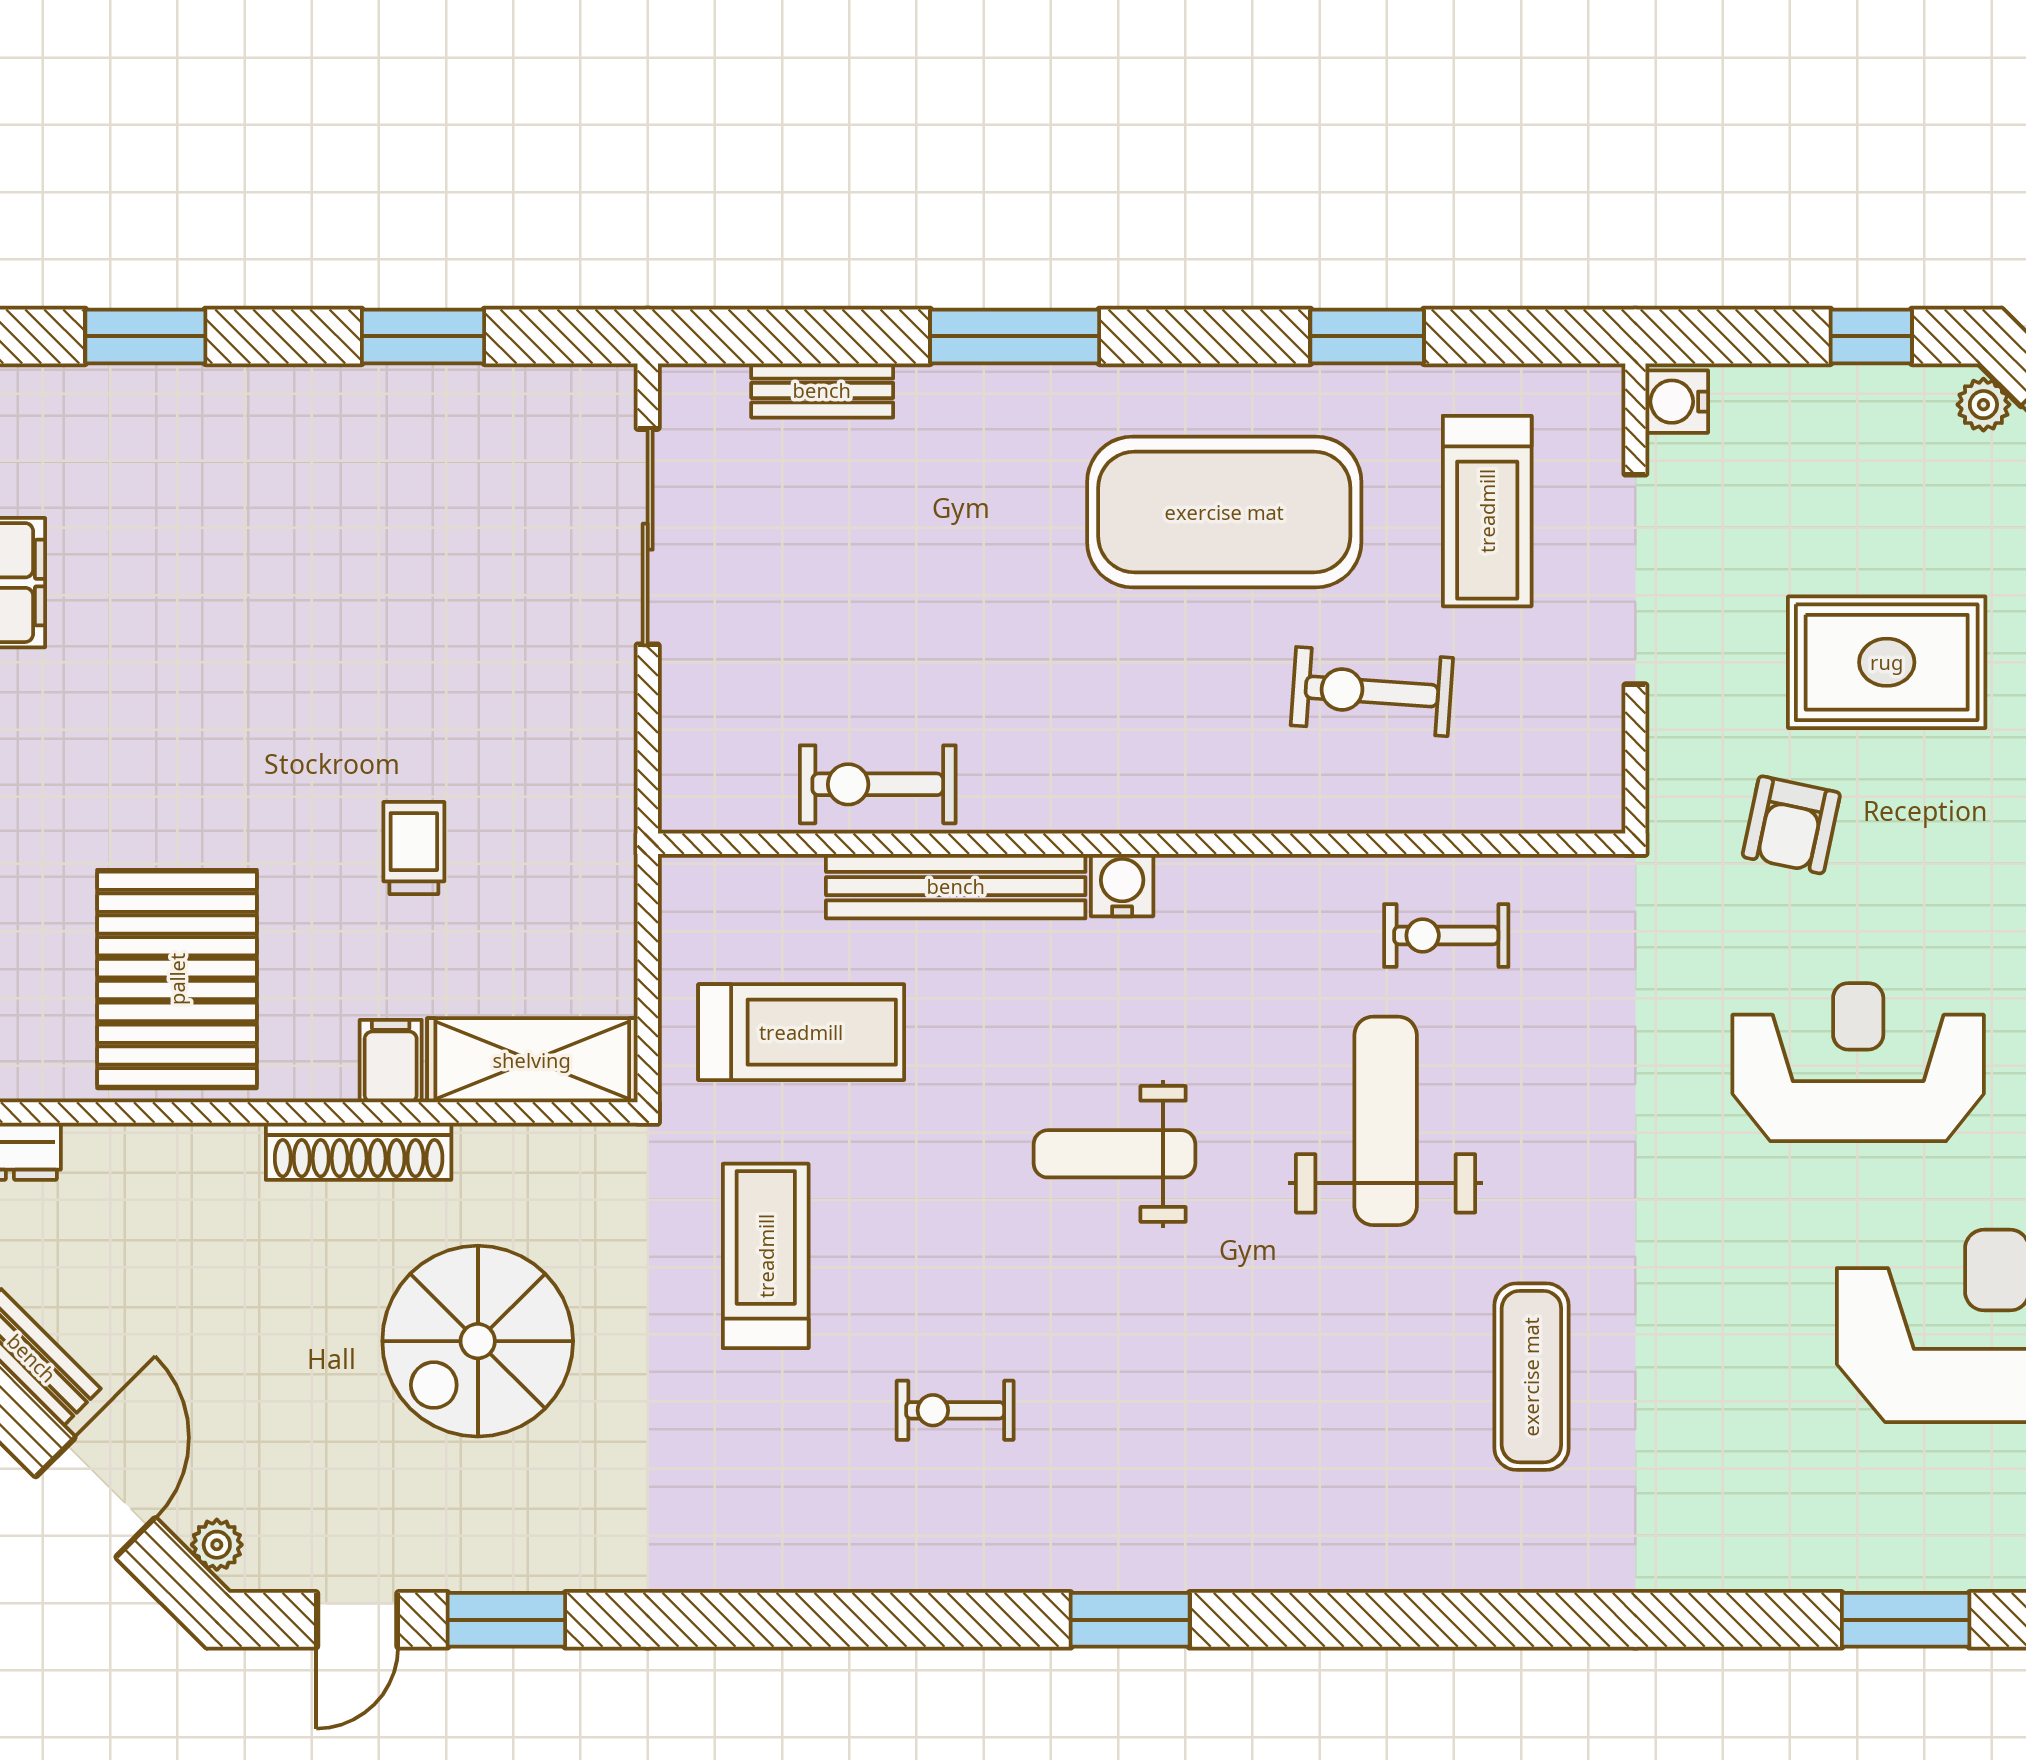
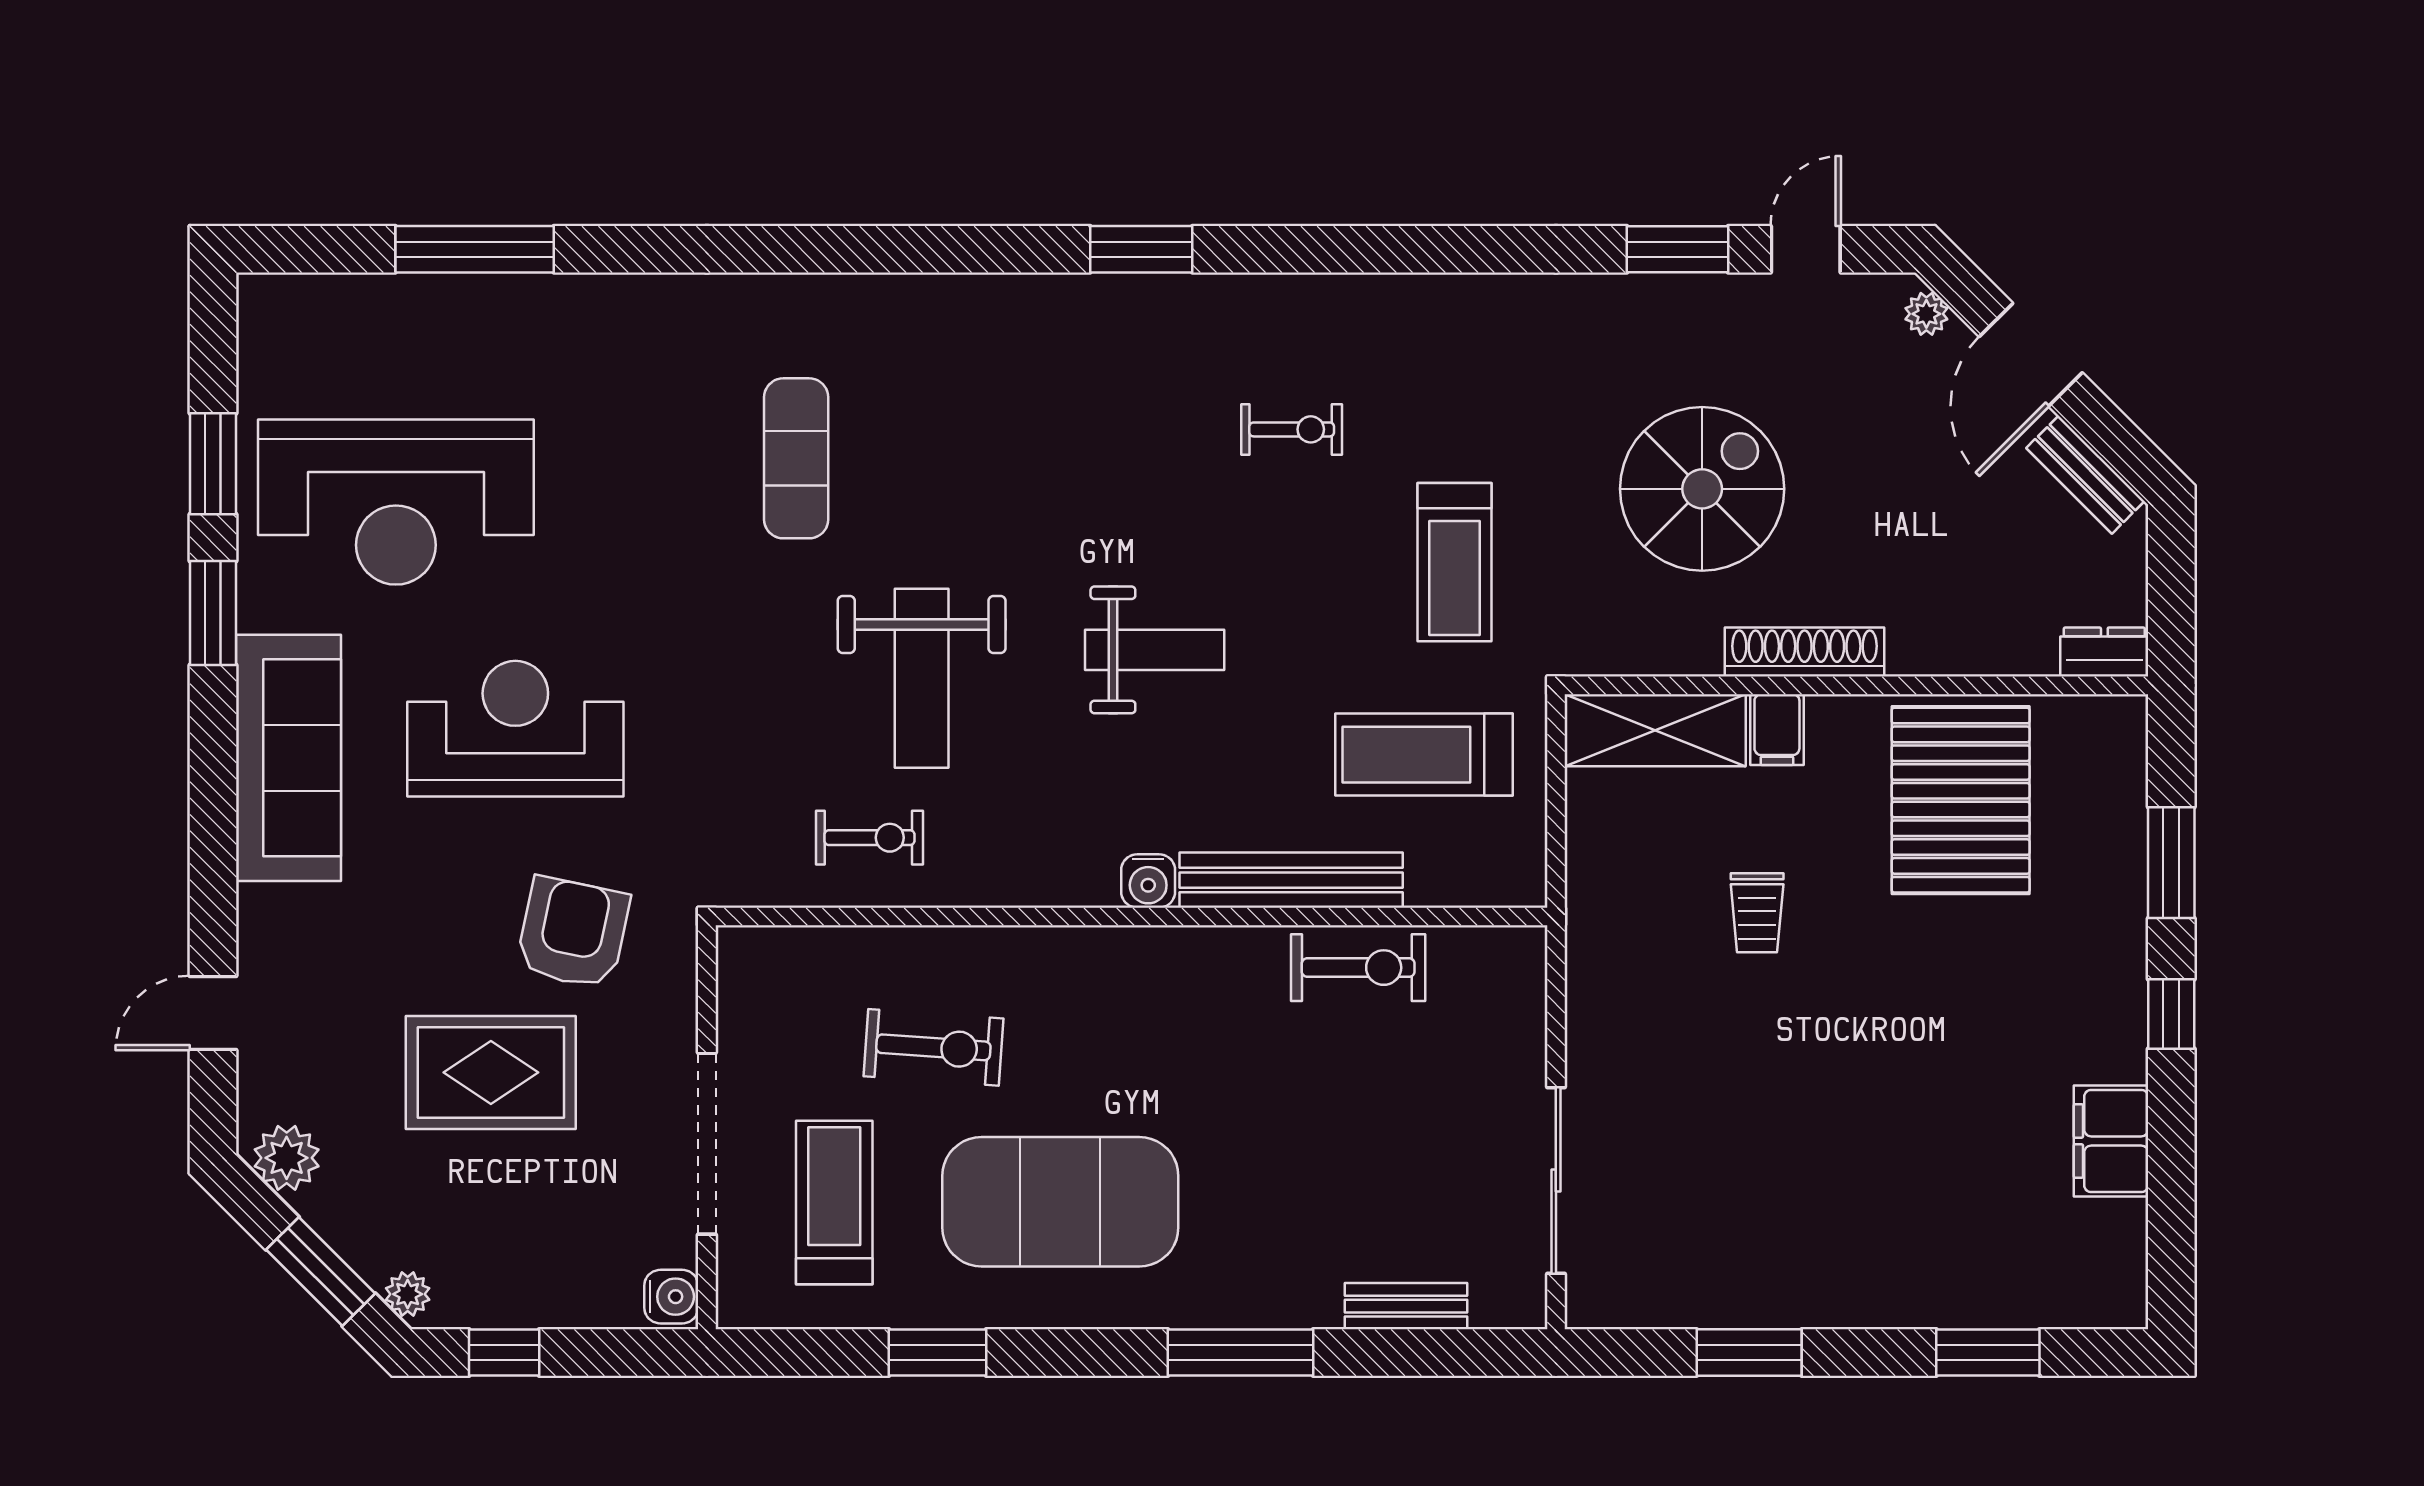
armchair: (1791, 825) -> (573, 933), width x1.38, depth x1.38
reception desk: (1858, 1062) -> (515, 729), turned 180
window: (1906, 1620) -> (475, 249), width x1.44

